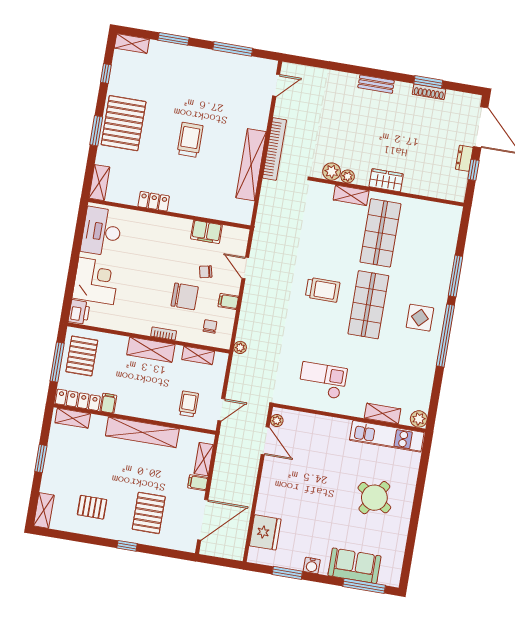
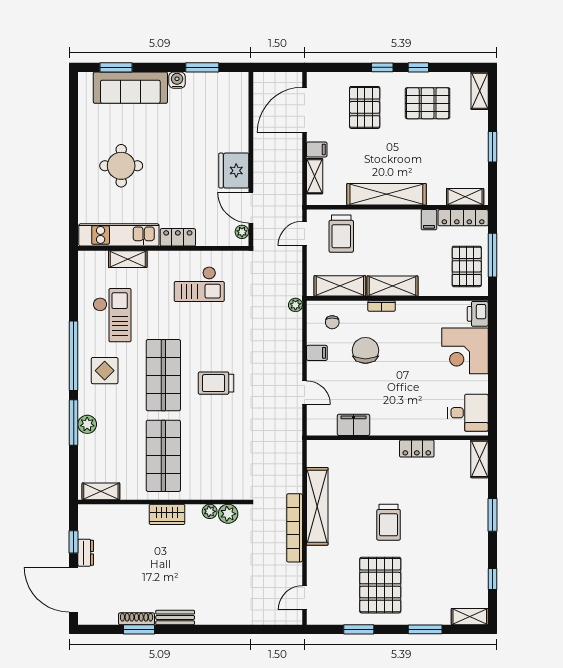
window: (233, 49) -> (359, 629), width x0.69
bench: (376, 84) -> (175, 617), moved
pallet: (124, 123) -> (380, 585), moved
shelving: (351, 195) -> (101, 491), moved
desk: (102, 232) -> (468, 413), width x0.73
chair: (206, 272) -> (347, 381), removed
chair: (185, 296) -> (365, 350), turned 90
shelving: (198, 355) -> (340, 286), width x1.50, depth x1.33
checkout: (405, 366) -> (112, 315), added
trolley: (189, 404) -> (341, 234), width x1.36, depth x1.39
plant: (419, 419) -> (87, 424), moved
locker: (335, 425) -> (178, 237), added
round table: (374, 498) -> (121, 166), turned -33
pallet: (92, 507) -> (428, 103), width x1.50, depth x1.42
fridge: (265, 532) -> (234, 171), moved
window: (95, 540) -> (418, 67), added
sofa: (354, 566) -> (130, 88), width x1.36
window: (364, 586) -> (116, 67), width x0.69

